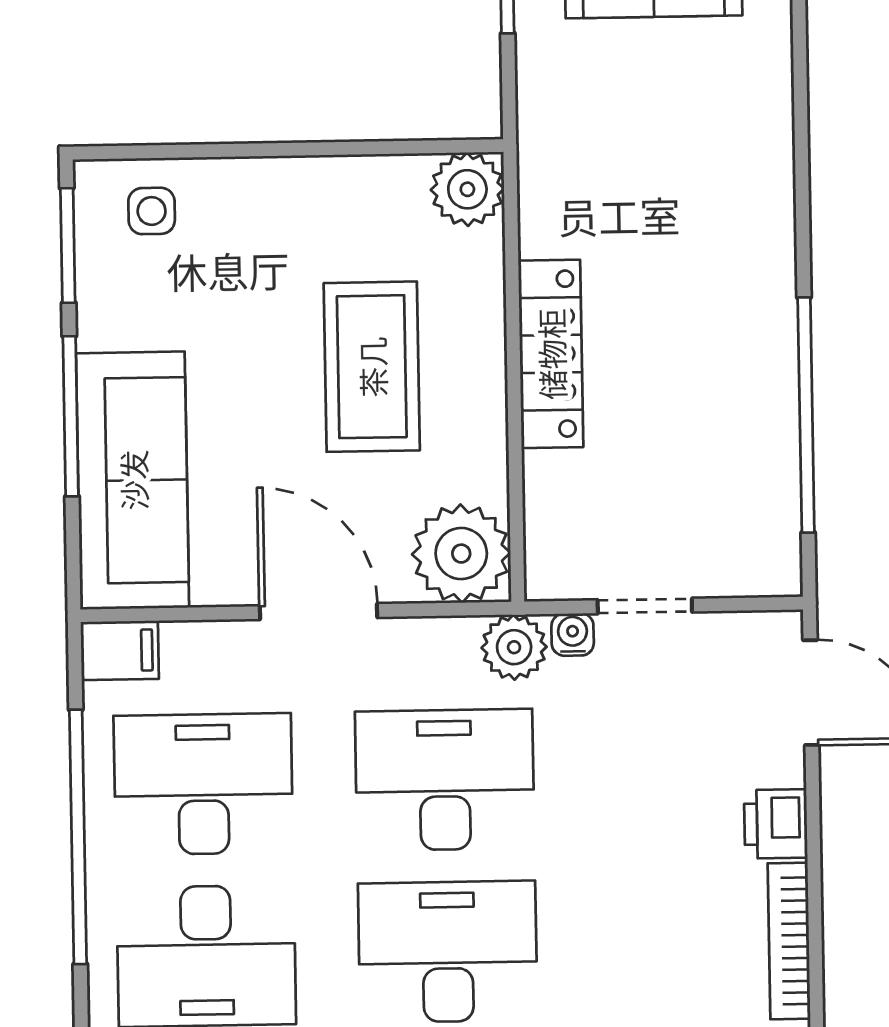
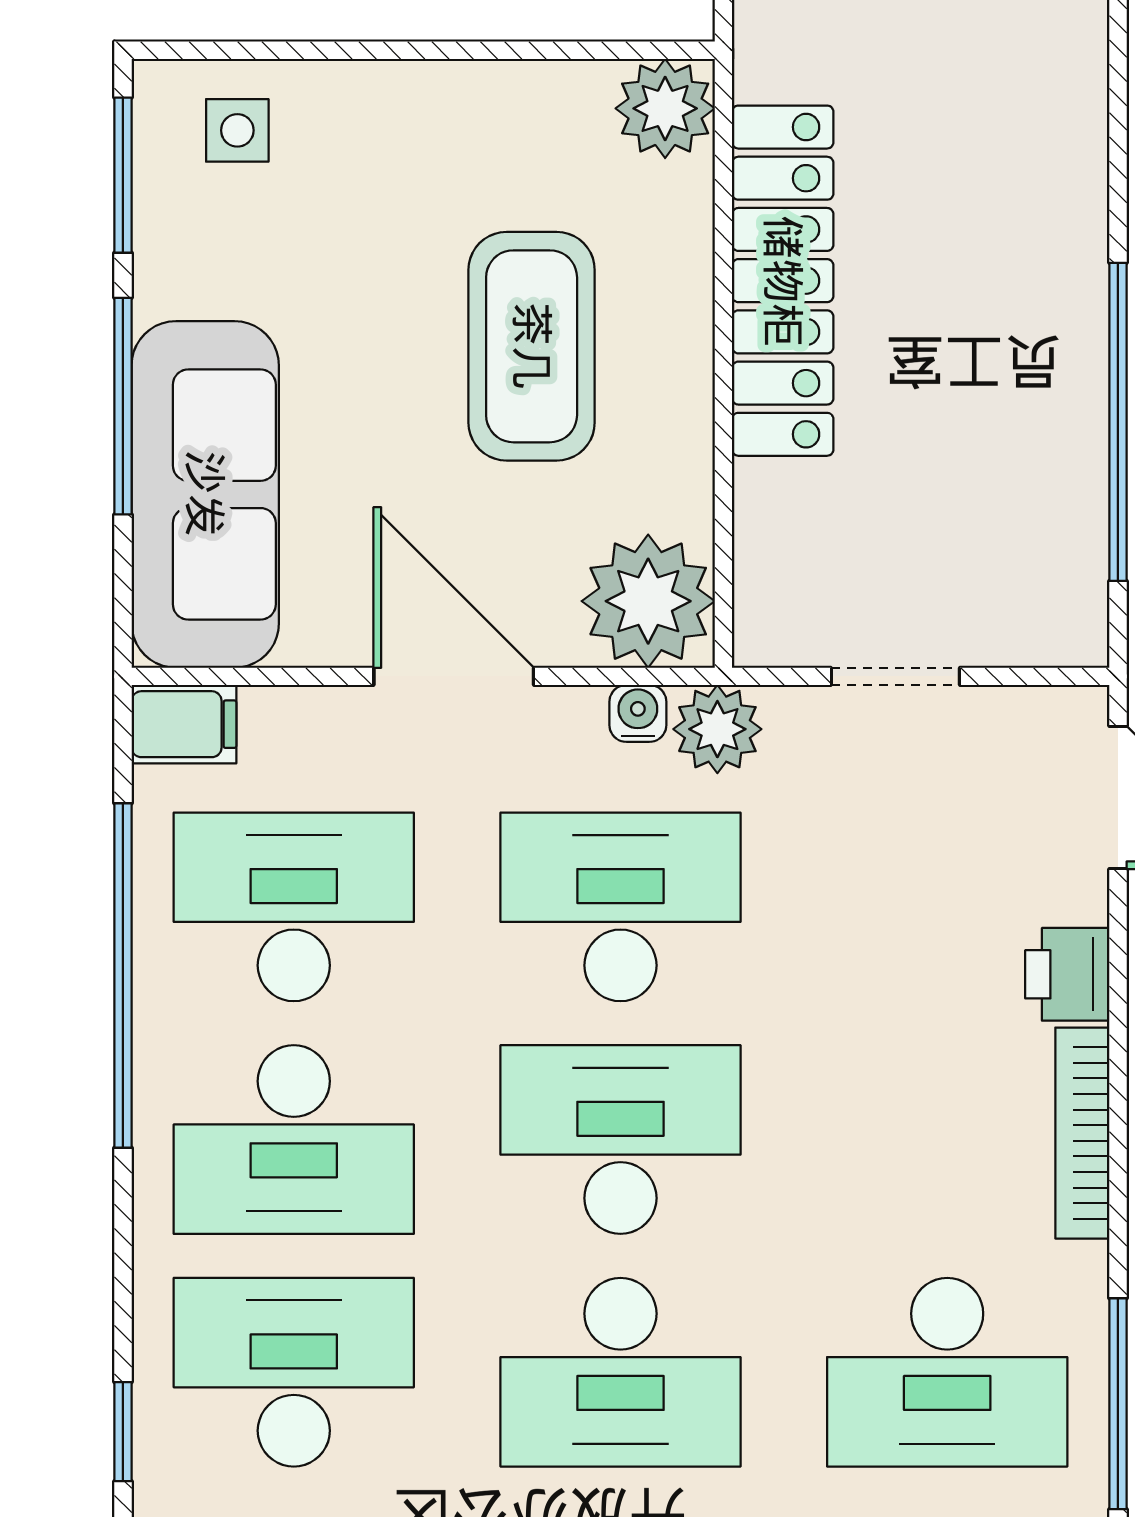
locker: (551, 354) -> (783, 281), width x1.41, depth x1.21
water cooler: (573, 635) -> (638, 713), moved

